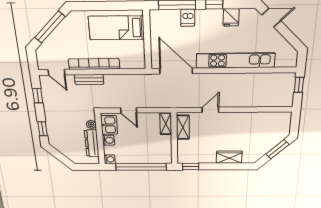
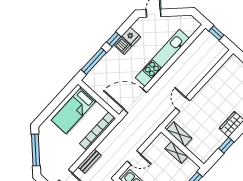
dishwasher: (188, 18) -> (123, 46), moved
bookcase: (94, 64) -> (98, 131), moved
shelving: (166, 124) -> (176, 152), moved
window: (191, 167) -> (226, 145), moved

